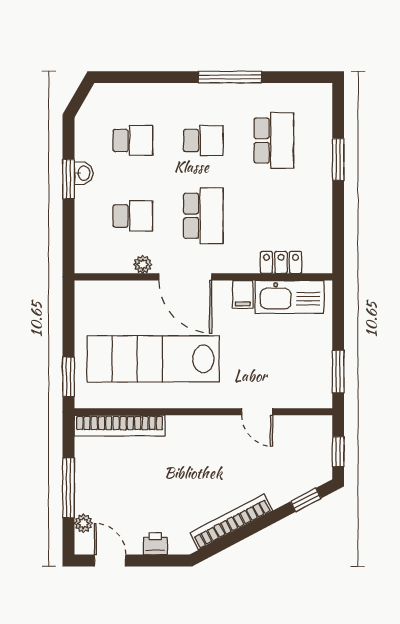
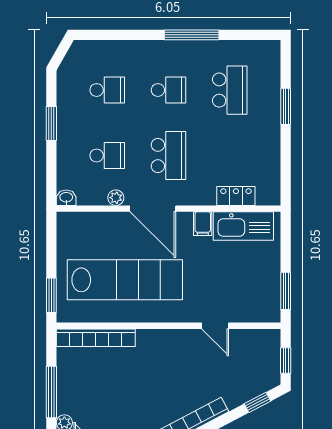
washbasin: (83, 173) -> (66, 198), moved, turned -90
lab bench: (153, 359) -> (125, 280), turned 180

